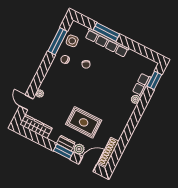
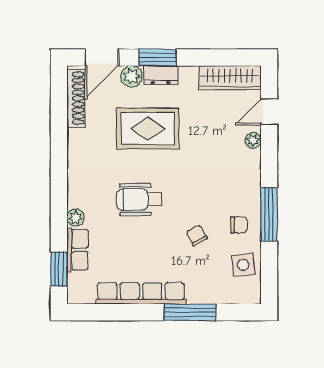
window: (57, 41) -> (269, 214), moved
row of seats: (107, 43) -> (141, 293), moved
wheelchair: (103, 93) -> (139, 200), added
door: (26, 102) -> (269, 112), swing flipped

